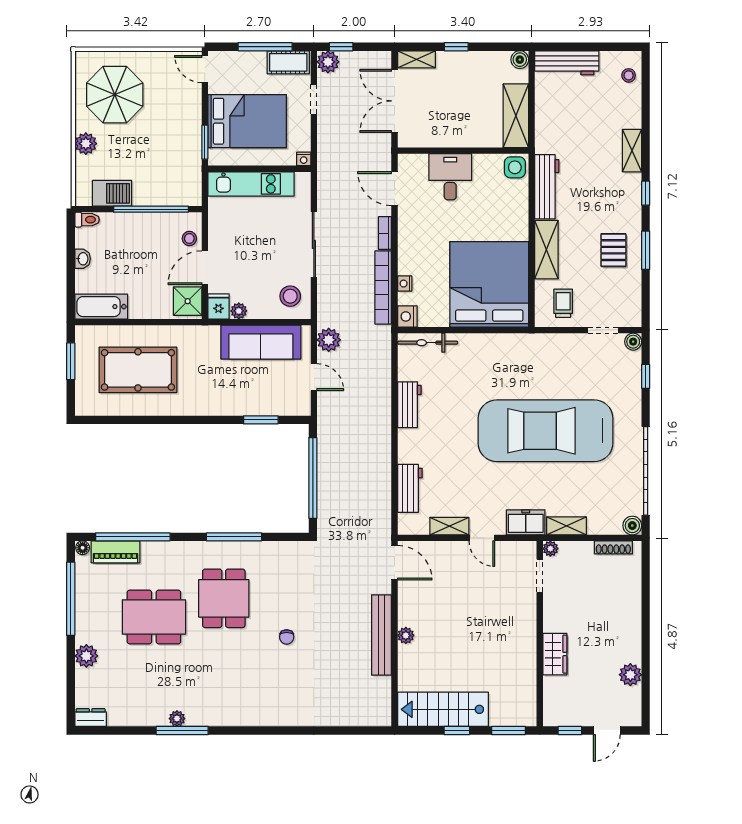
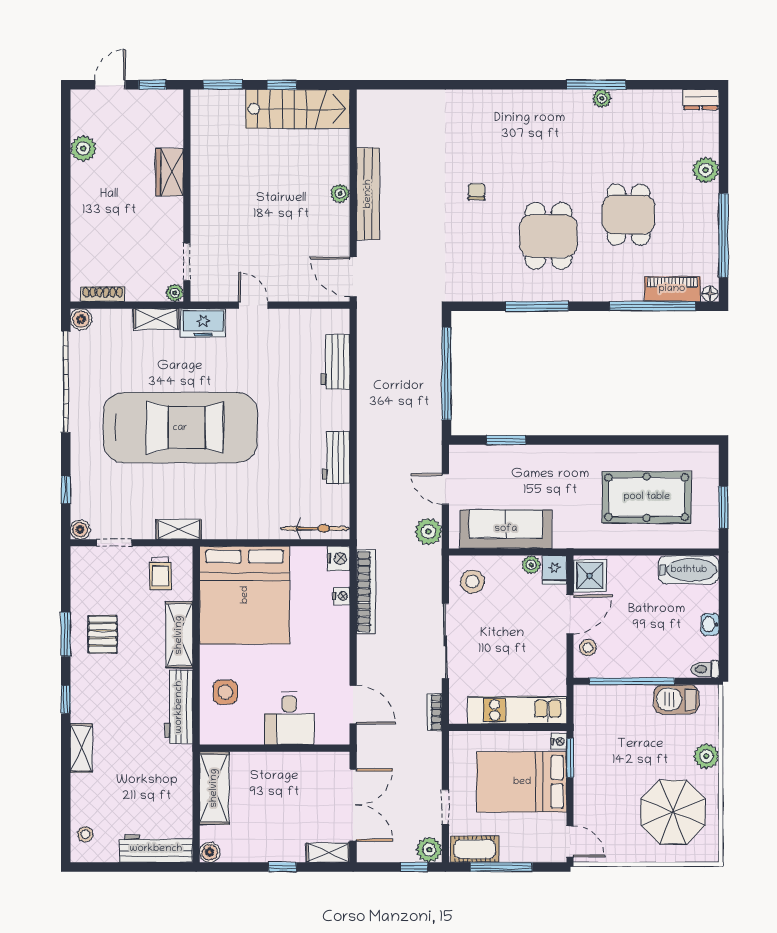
nightstand: (304, 159) -> (559, 741), moved, turned 90
side table: (515, 167) -> (225, 692), moved
bookcase: (385, 233) -> (434, 712), moved, turned 180
shelving: (449, 526) -> (179, 529), moved
dining table: (154, 617) -> (628, 215), width x0.73

